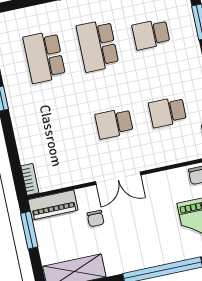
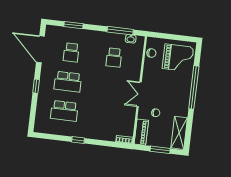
school desk: (114, 123) -> (110, 87), removed
double door: (118, 178) -> (139, 94), swing flipped
window: (29, 230) -> (160, 150), moved

